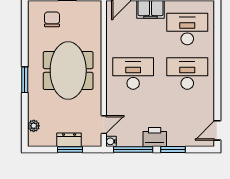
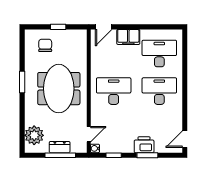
window: (25, 80) -> (22, 82), moved
plant: (34, 126) -> (34, 135), width x1.87, depth x1.87
printer: (155, 137) -> (144, 145), moved
window: (70, 149) -> (60, 155), width x1.44
window: (133, 149) -> (114, 155), width x0.46

